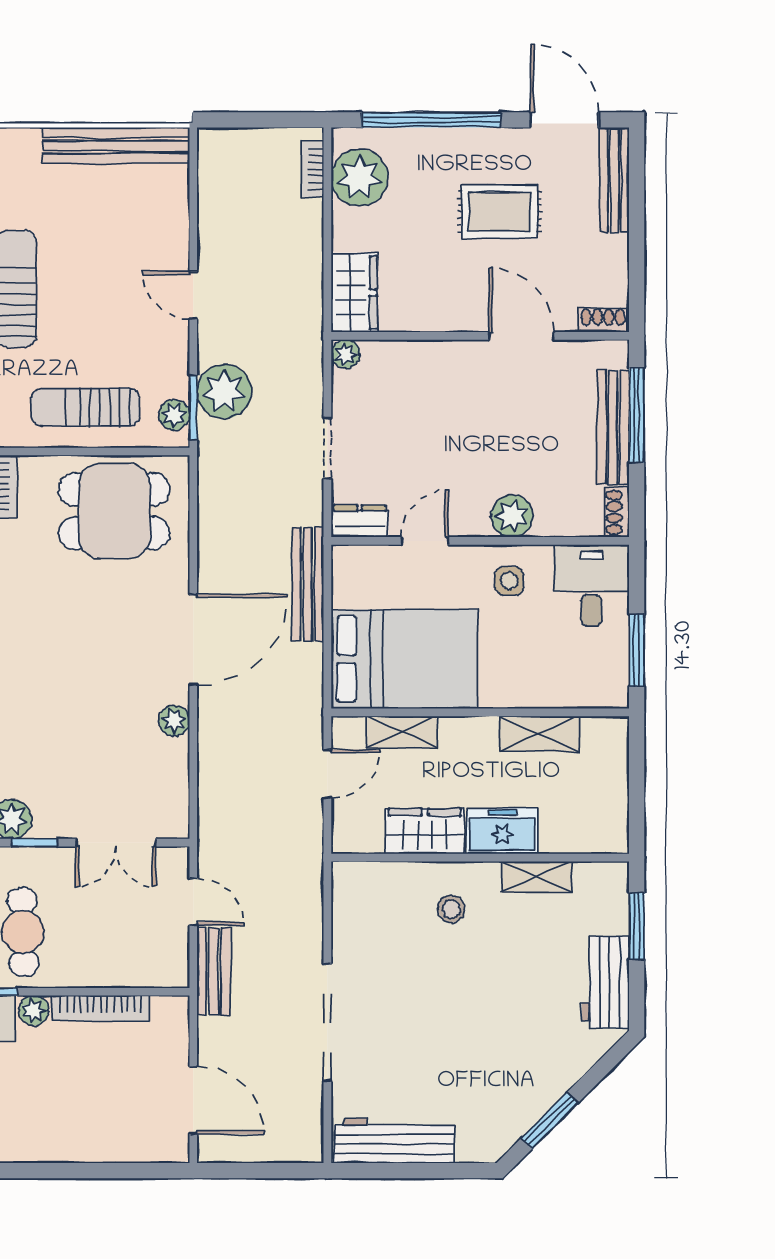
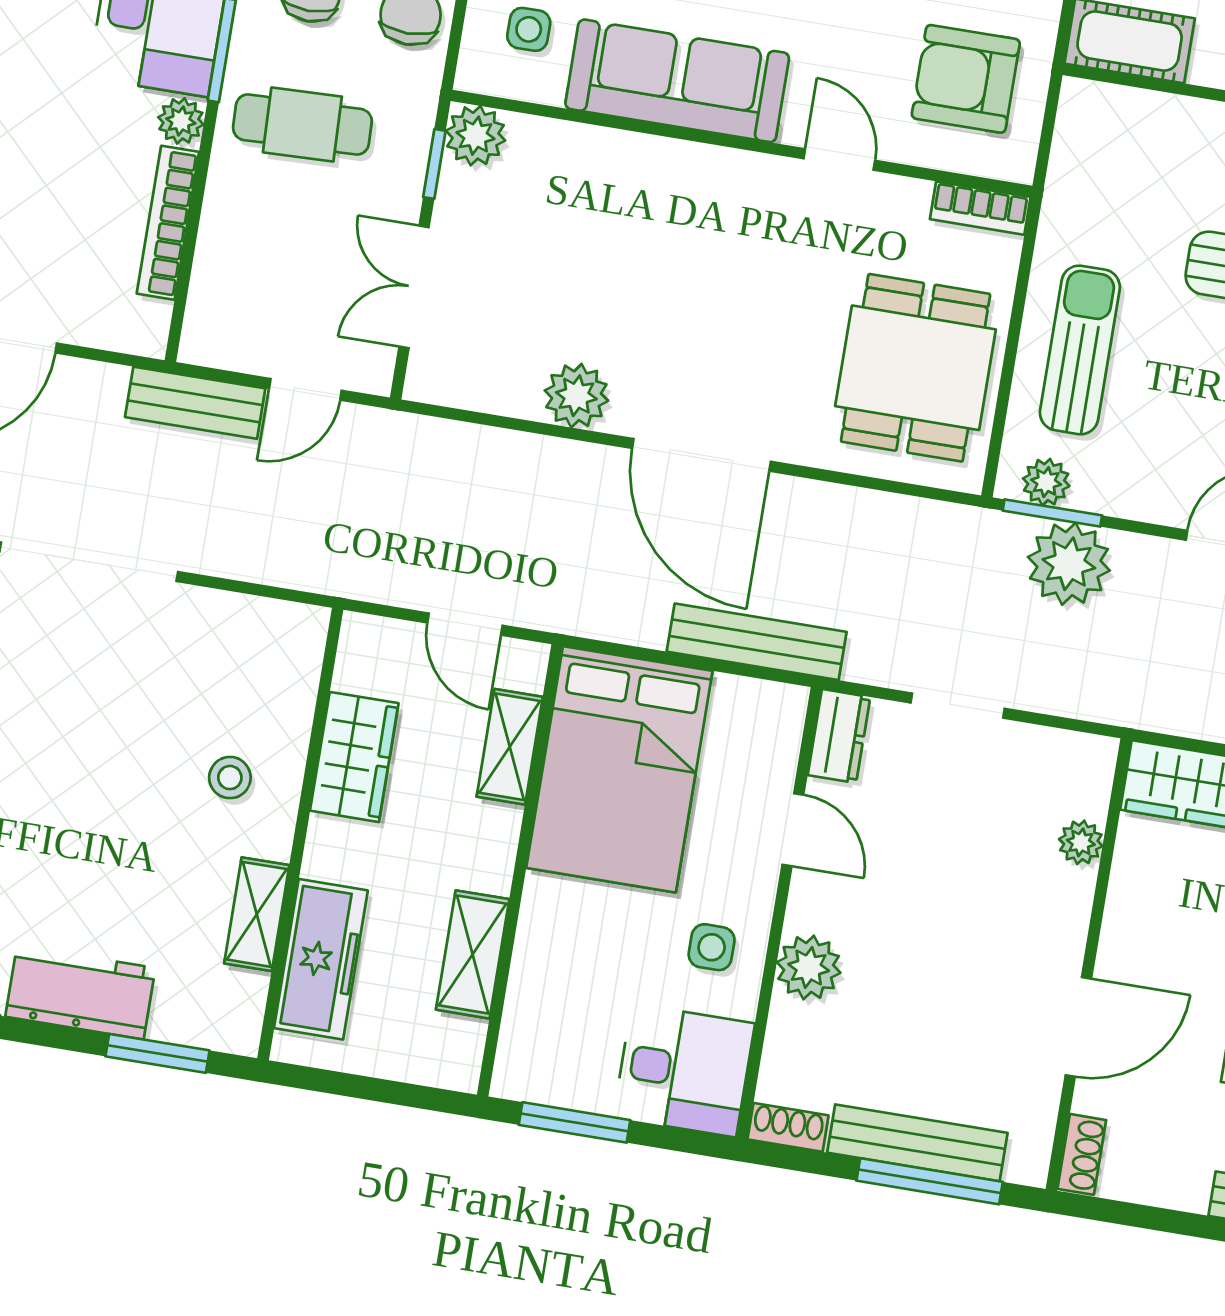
plant: (346, 354) -> (1081, 842), moved
plant: (174, 721) -> (576, 396), width x1.38, depth x1.38
freezer: (502, 831) -> (321, 959), moved, width x1.40

